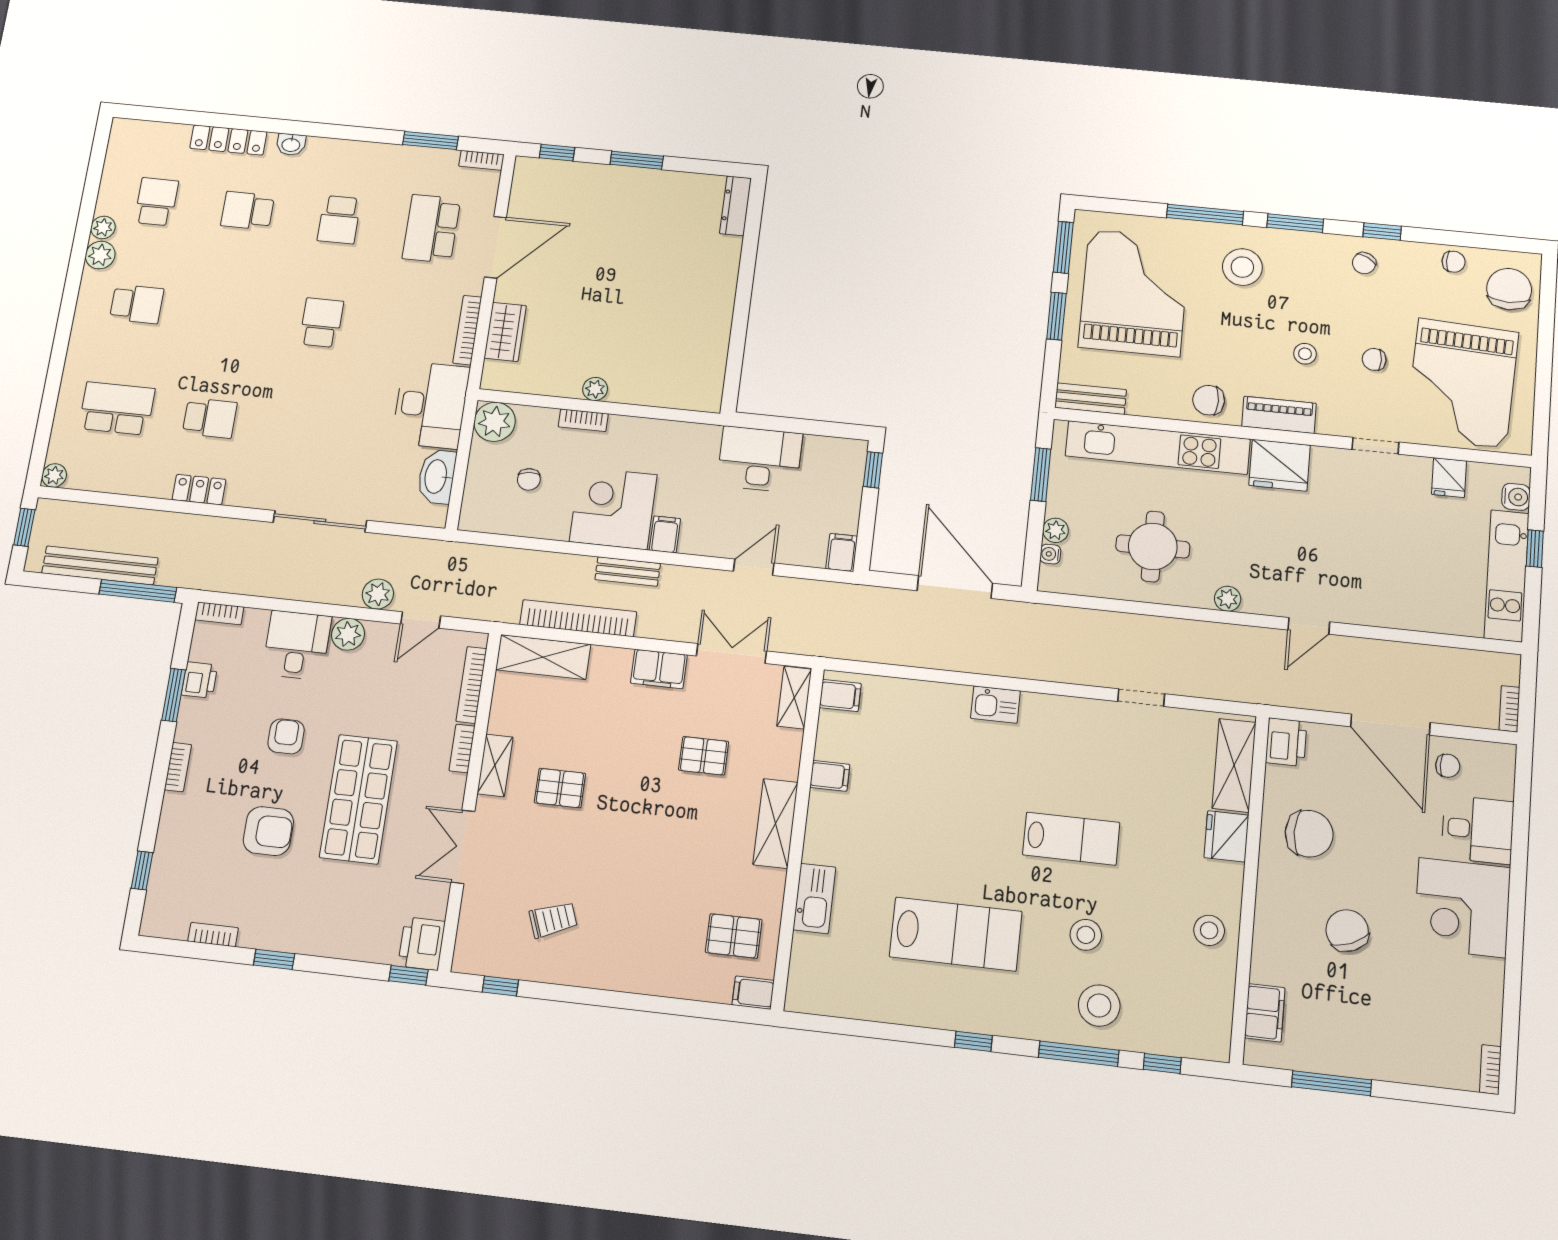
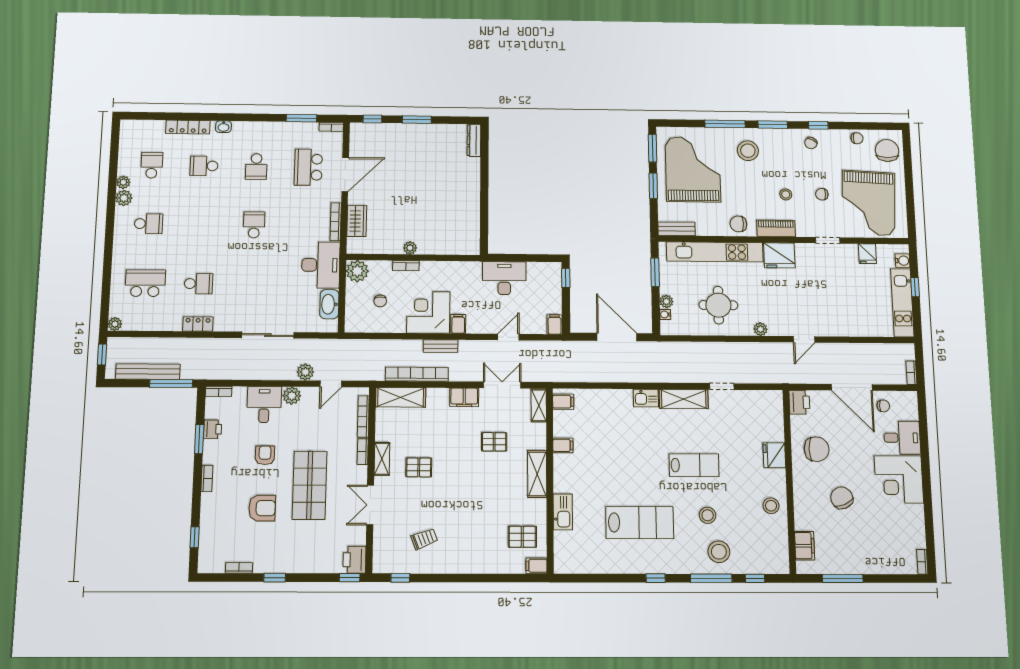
shelving: (1234, 765) -> (684, 399), moved, turned 90

